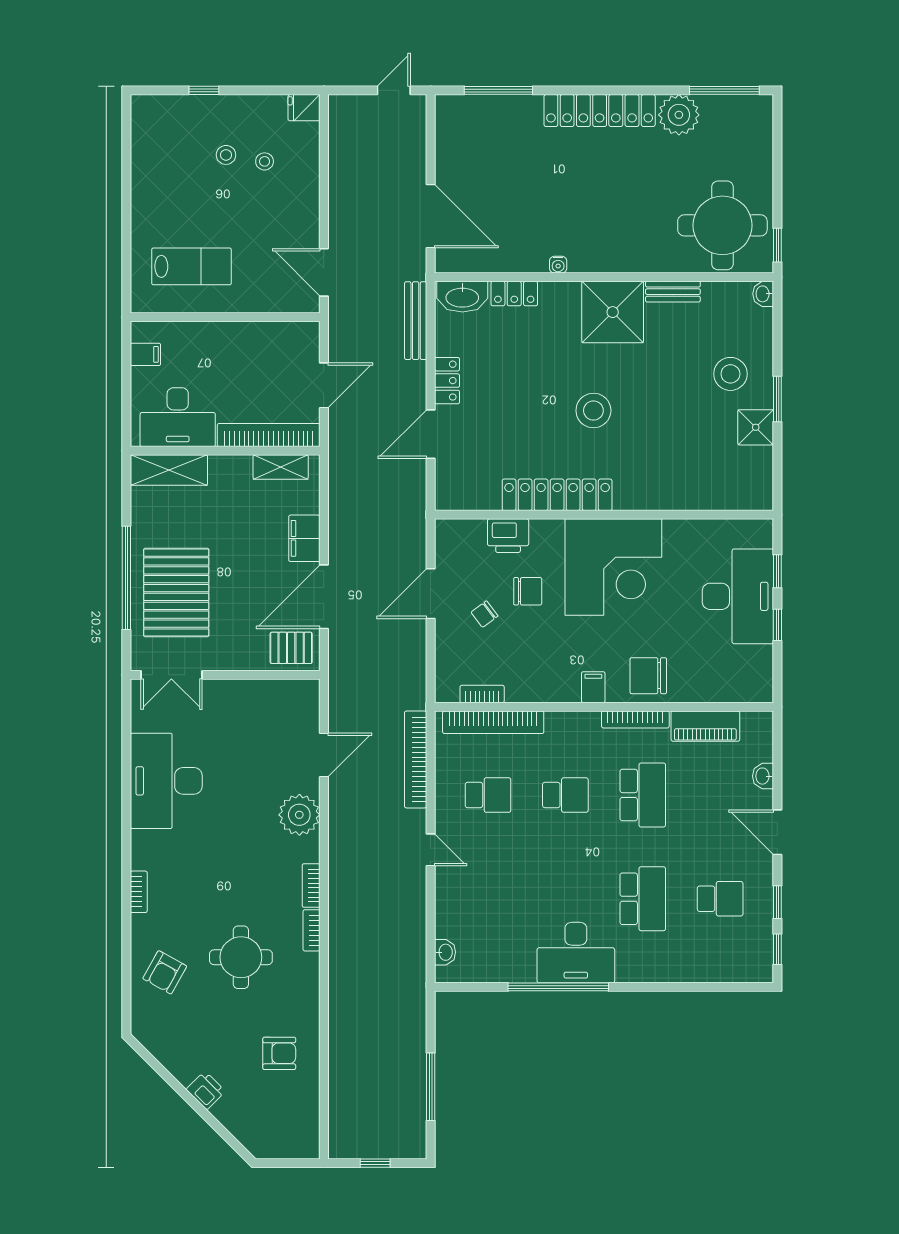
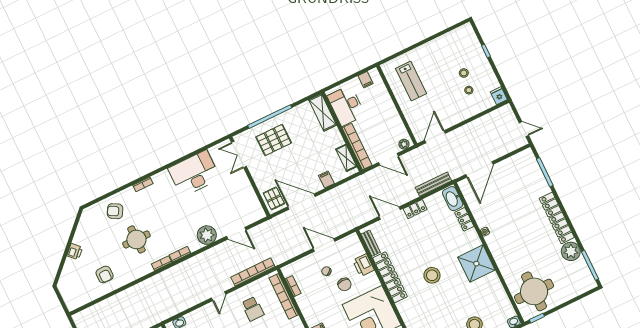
bench: (673, 292) -> (371, 243), moved
plant: (309, 340) -> (404, 144), added
filing cabinet: (304, 538) -> (326, 180), width x0.50
pallet: (176, 593) -> (274, 140), width x0.73, depth x0.71

